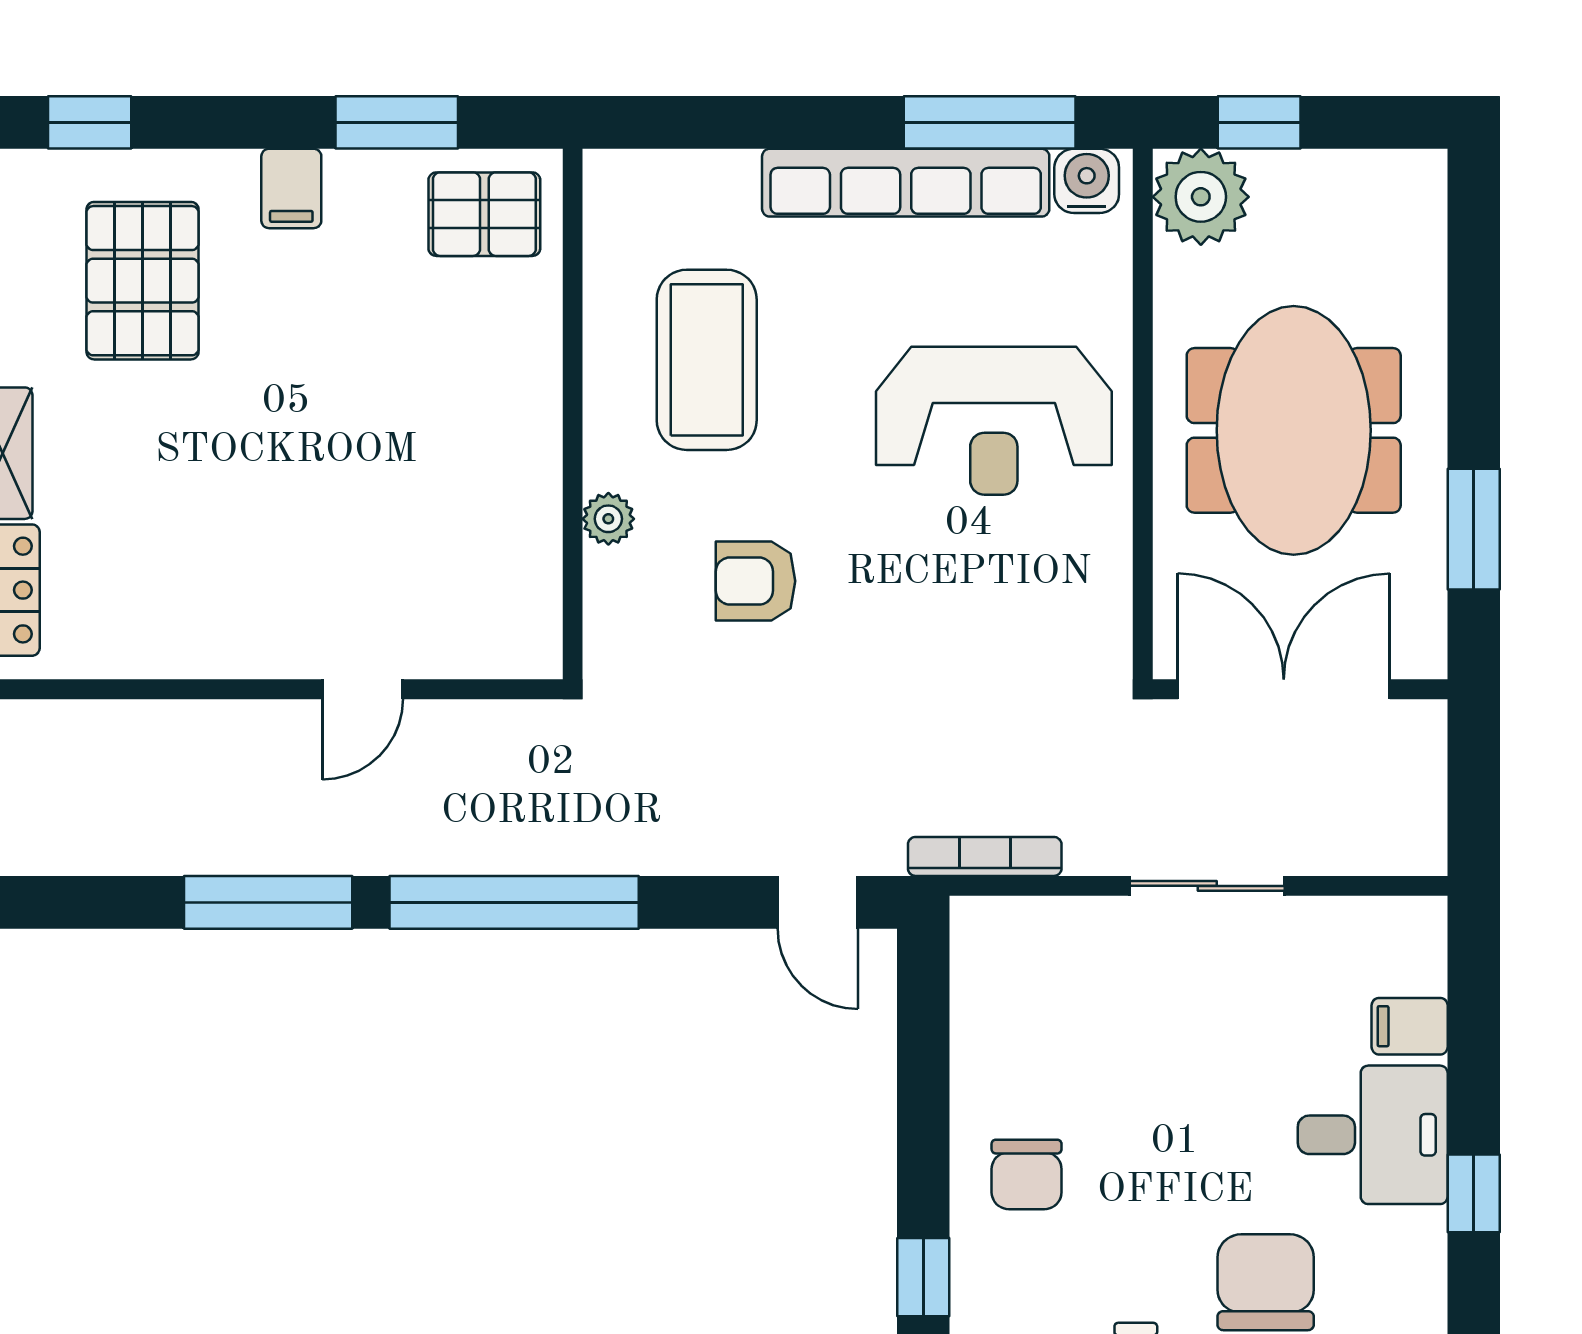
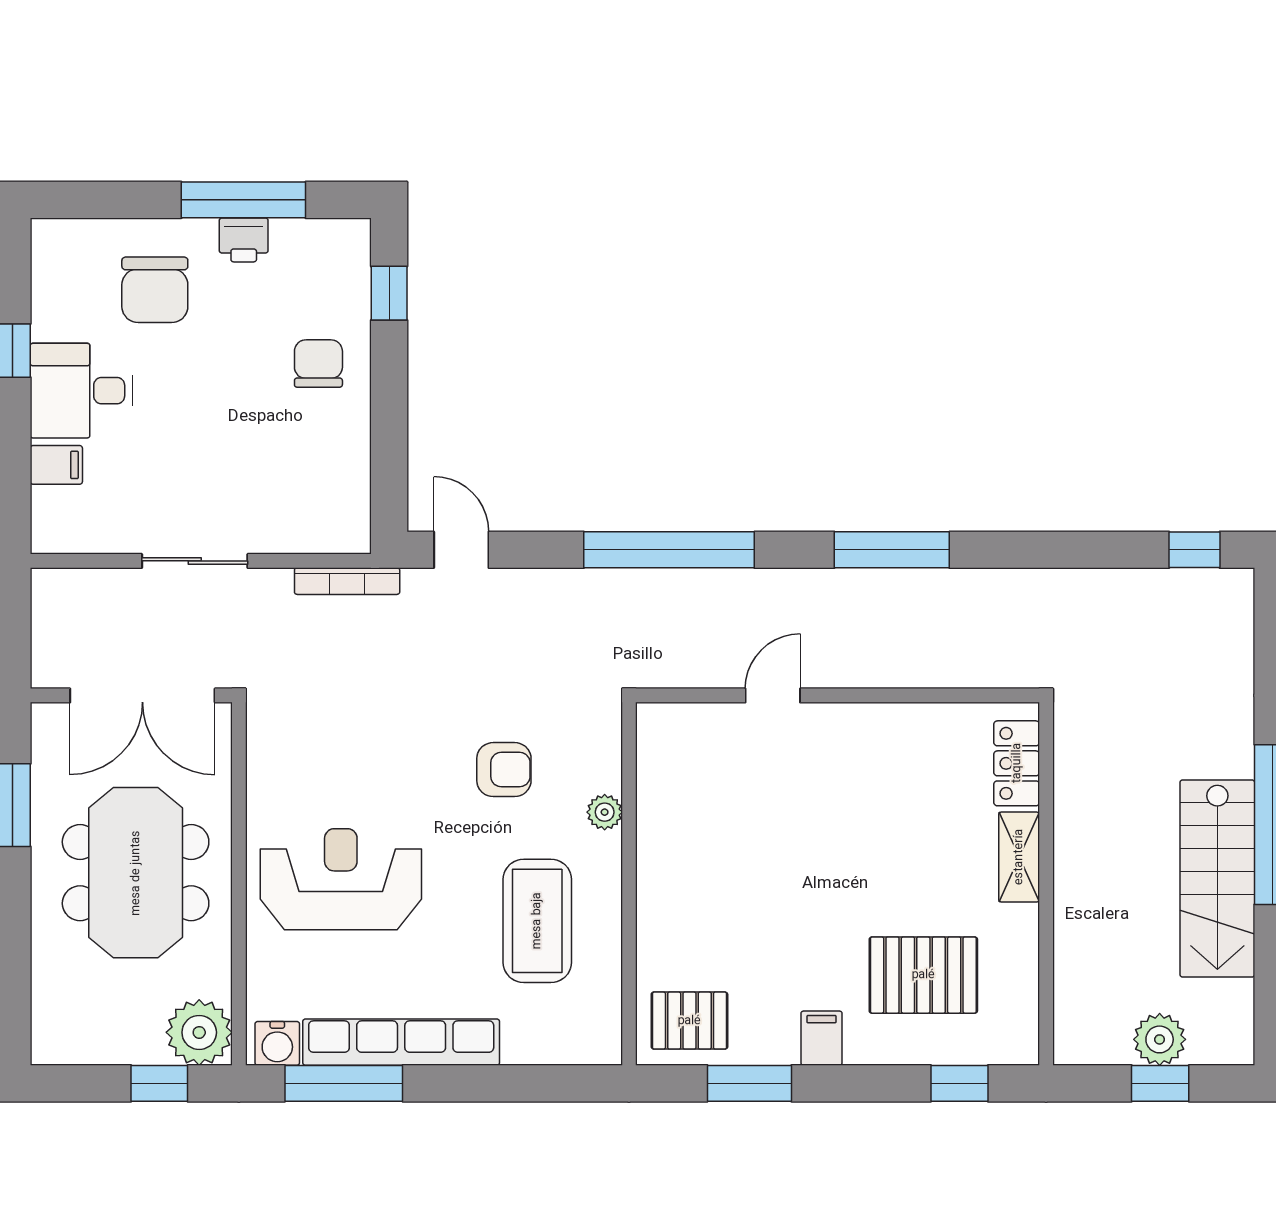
pallet: (143, 281) -> (923, 975), turned 90
window: (268, 902) -> (892, 550), moved

